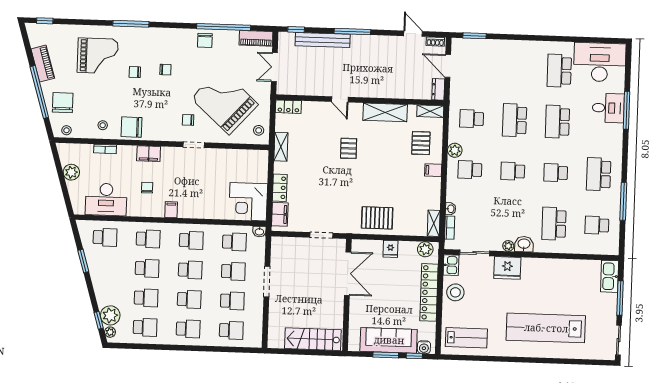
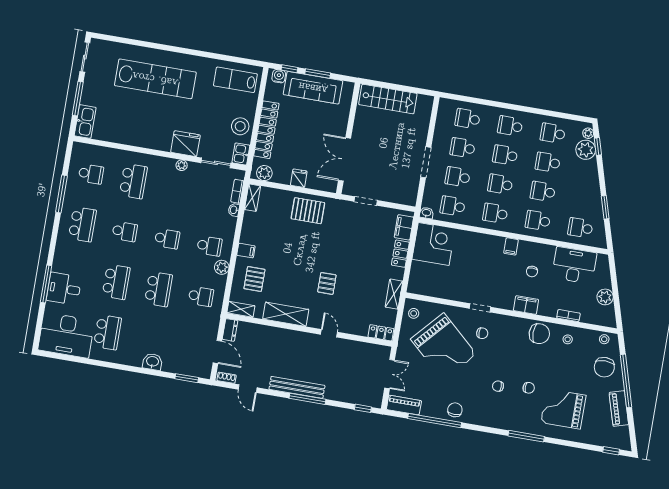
bench: (323, 40) -> (297, 387), moved
washbasin: (524, 244) -> (152, 362), moved, turned 180

